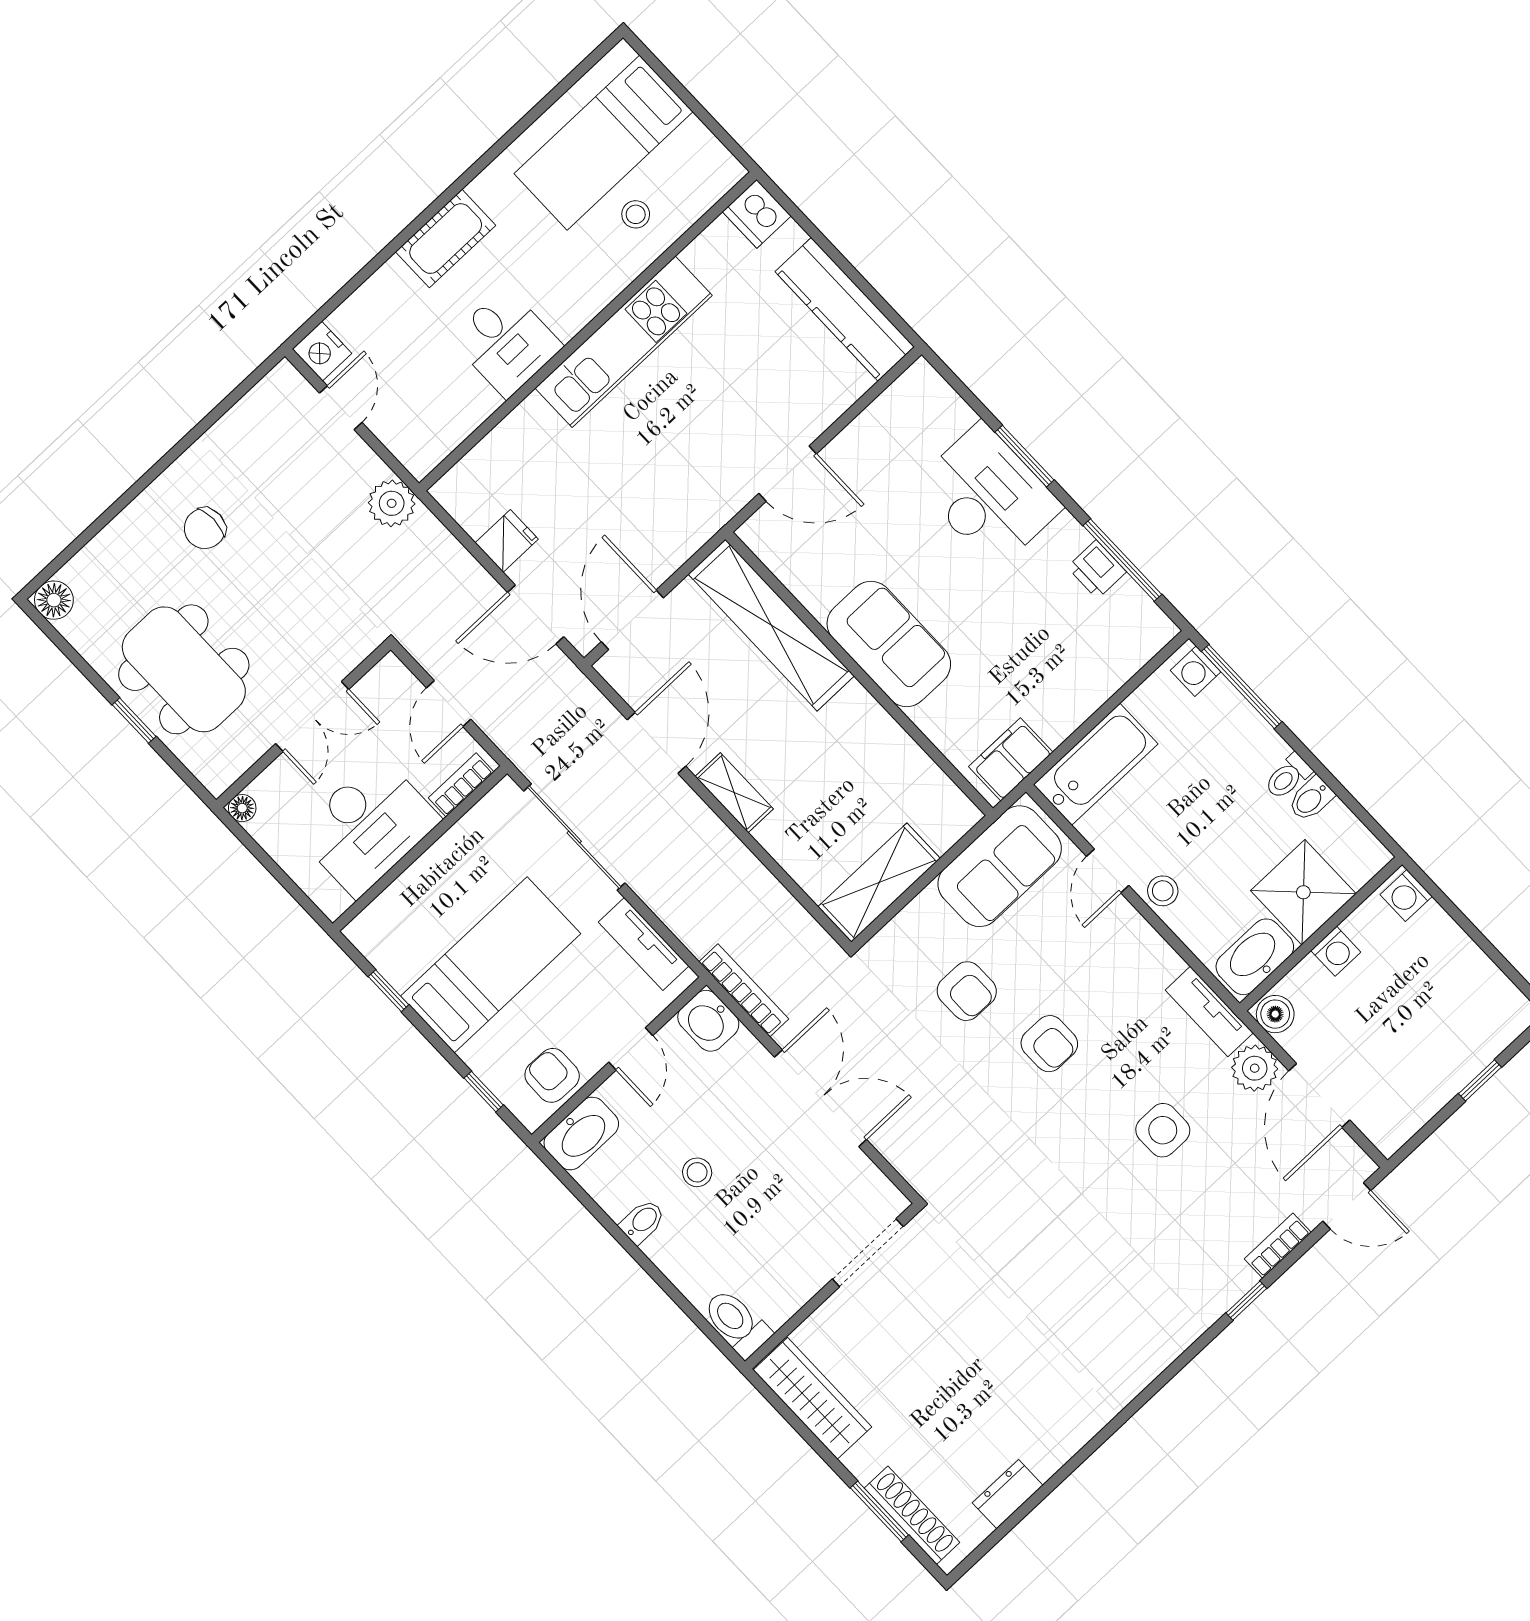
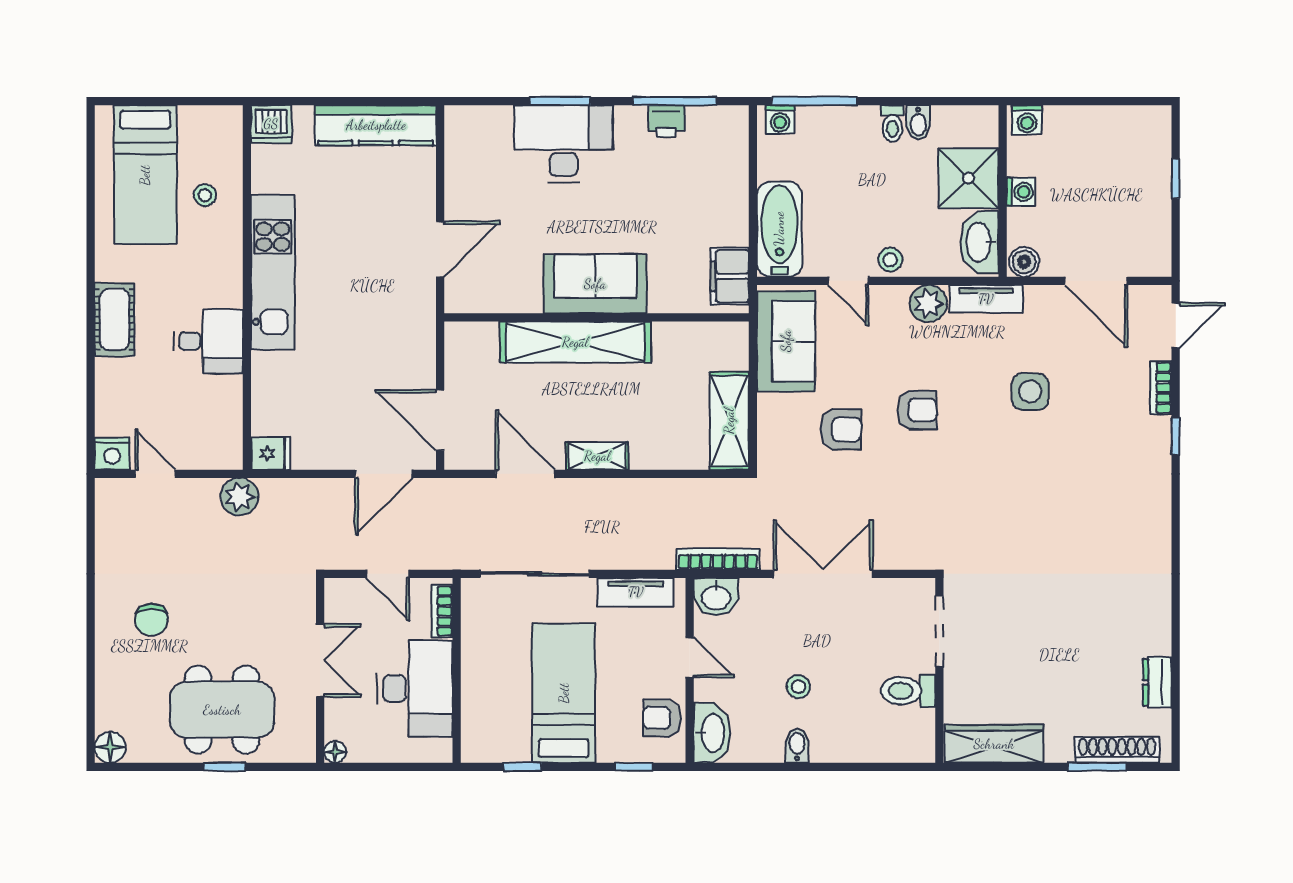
fridge: (507, 541) -> (271, 453), moved, turned 90
shelving: (771, 625) -> (575, 342), moved
plant: (1255, 1068) -> (928, 304), moved
toilet: (737, 1323) -> (908, 691), moved

